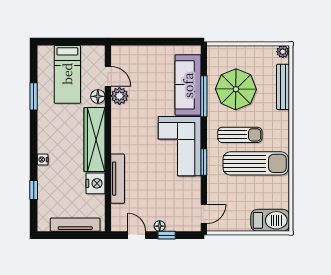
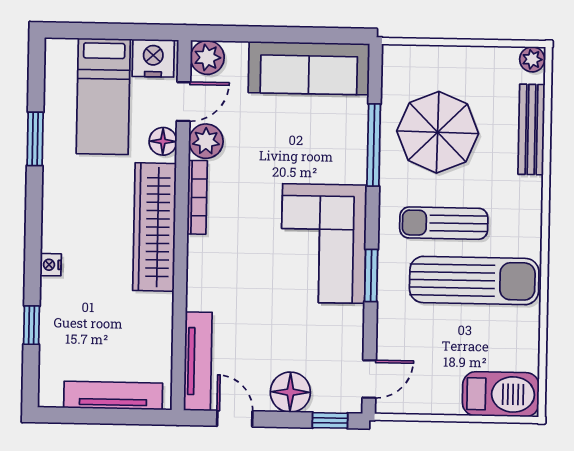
plant: (119, 54) -> (207, 57), added
door: (108, 76) -> (184, 102), hinge flipped
sofa: (188, 85) -> (309, 68), moved, turned -90
bookcase: (116, 124) -> (197, 197), added
sun lounger: (240, 135) -> (444, 223), turned 180
tv unit: (118, 179) -> (198, 361), moved
nightstand: (95, 183) -> (153, 58), moved, turned -90
floor lamp: (160, 226) -> (290, 392), width x1.89, depth x1.89
window: (167, 235) -> (330, 420), moved

